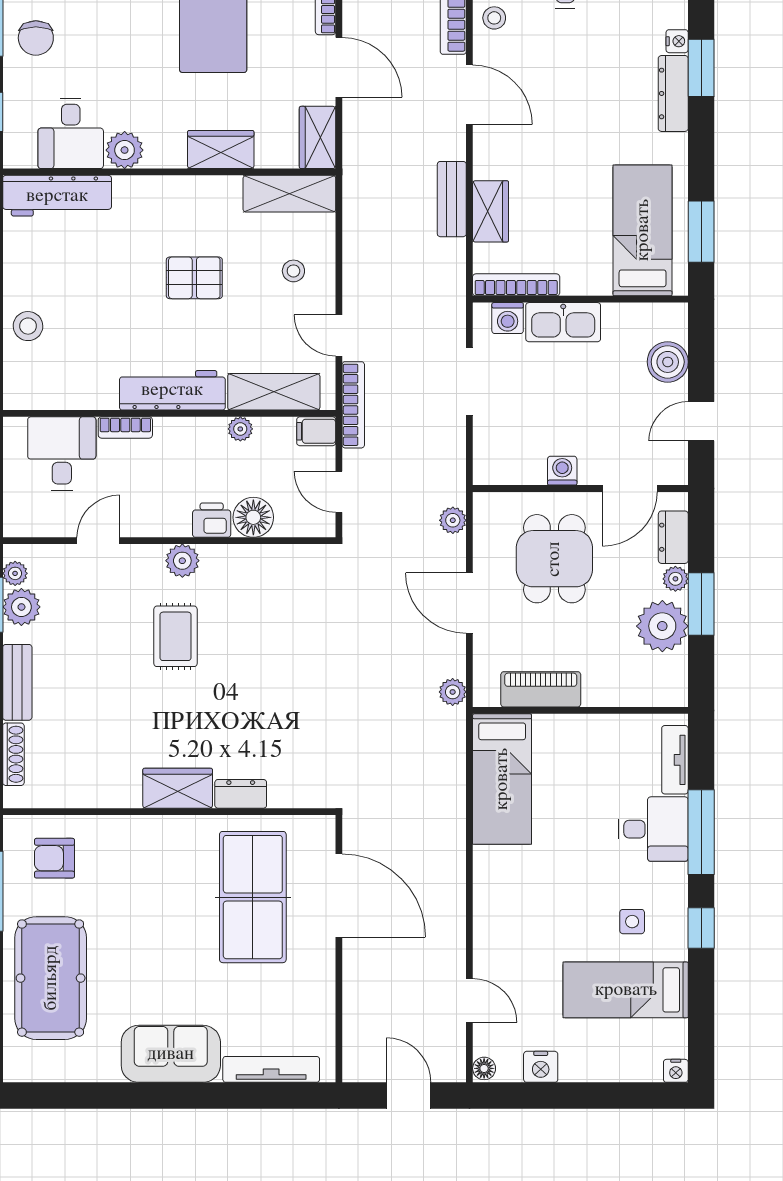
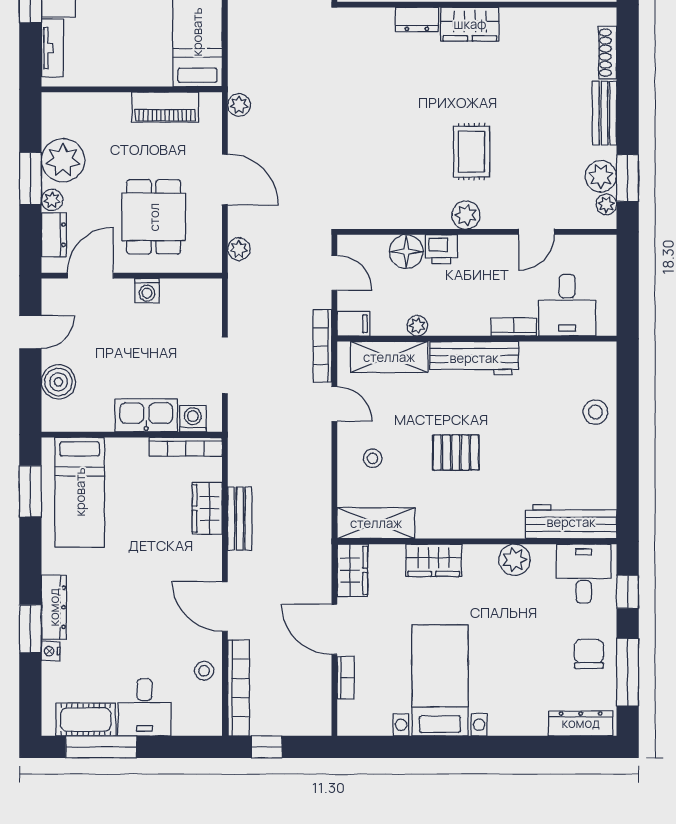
desk: (71, 134) -> (584, 574), moved

